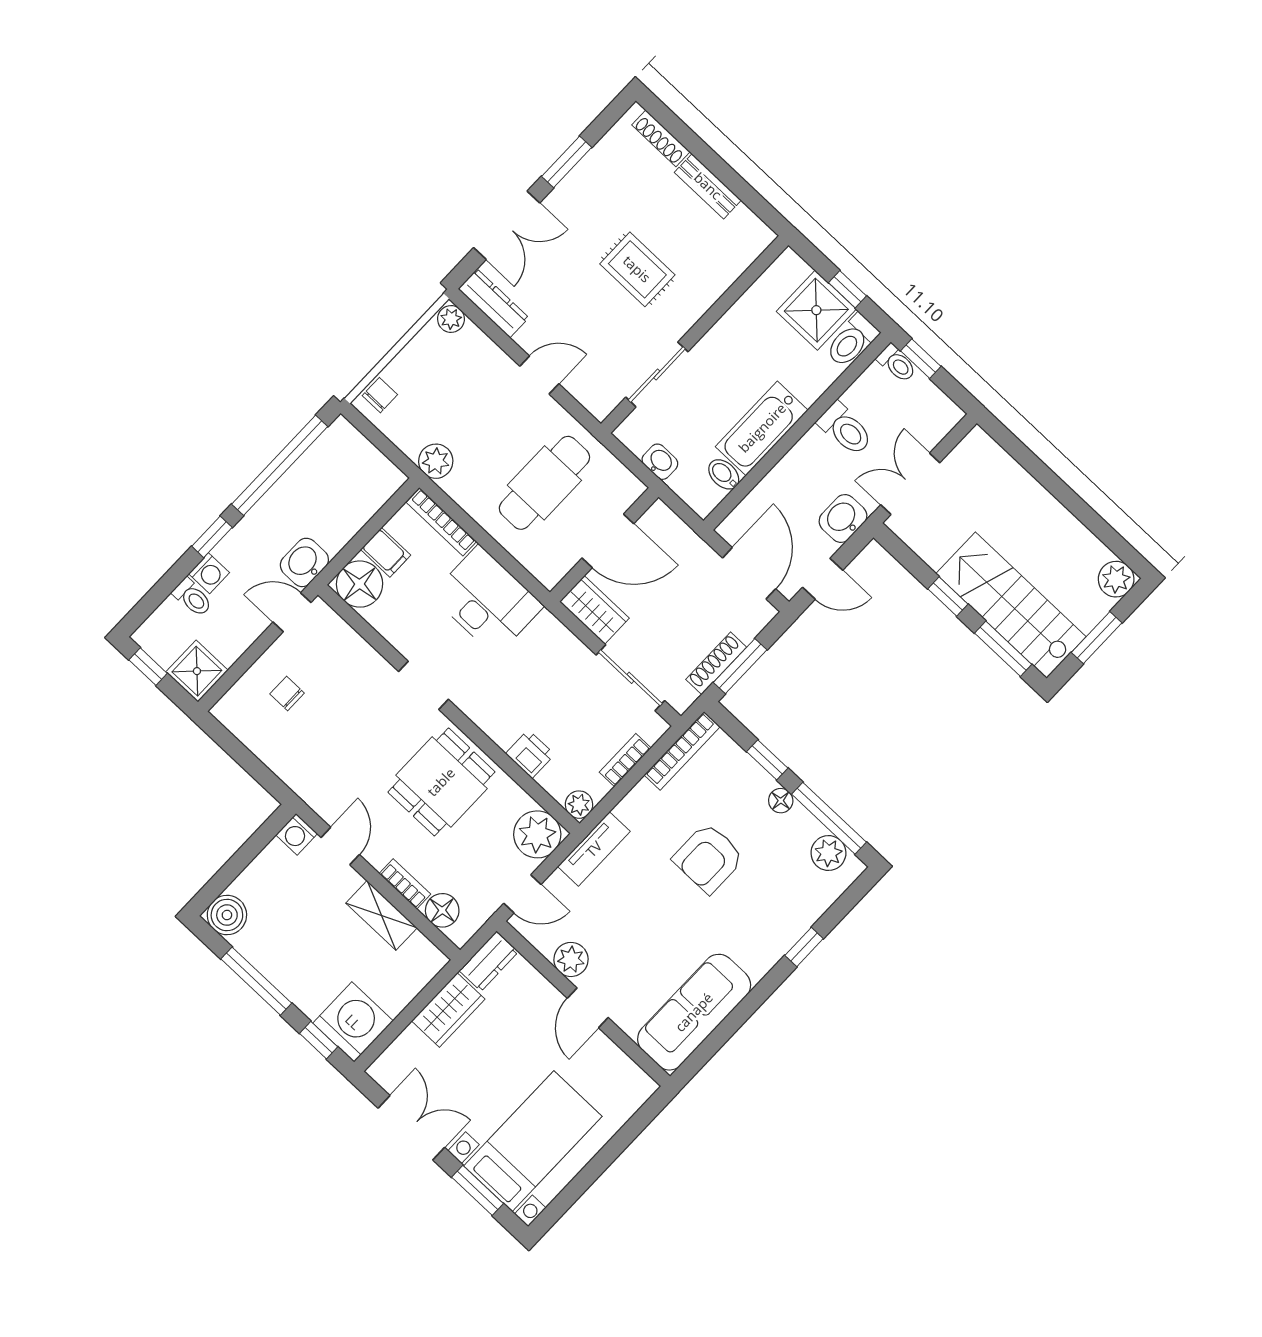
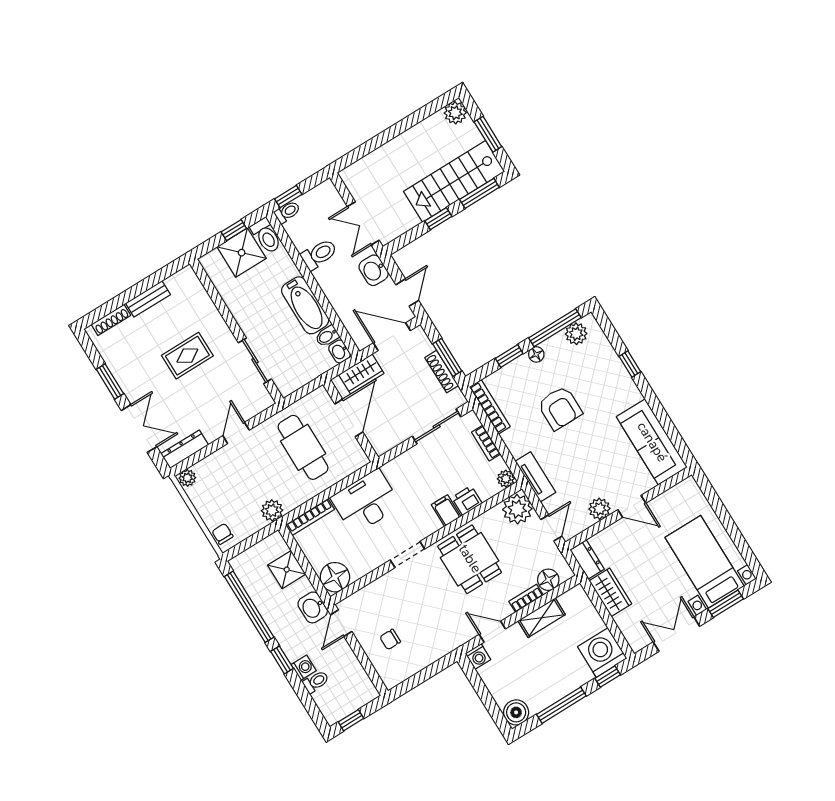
washbasin: (660, 462) -> (339, 351), moved, turned -90
filing cabinet: (386, 552) -> (446, 511), moved, turned -90
wardrobe: (594, 610) -> (361, 374), moved, turned 180
shower: (197, 671) -> (287, 570), moved

